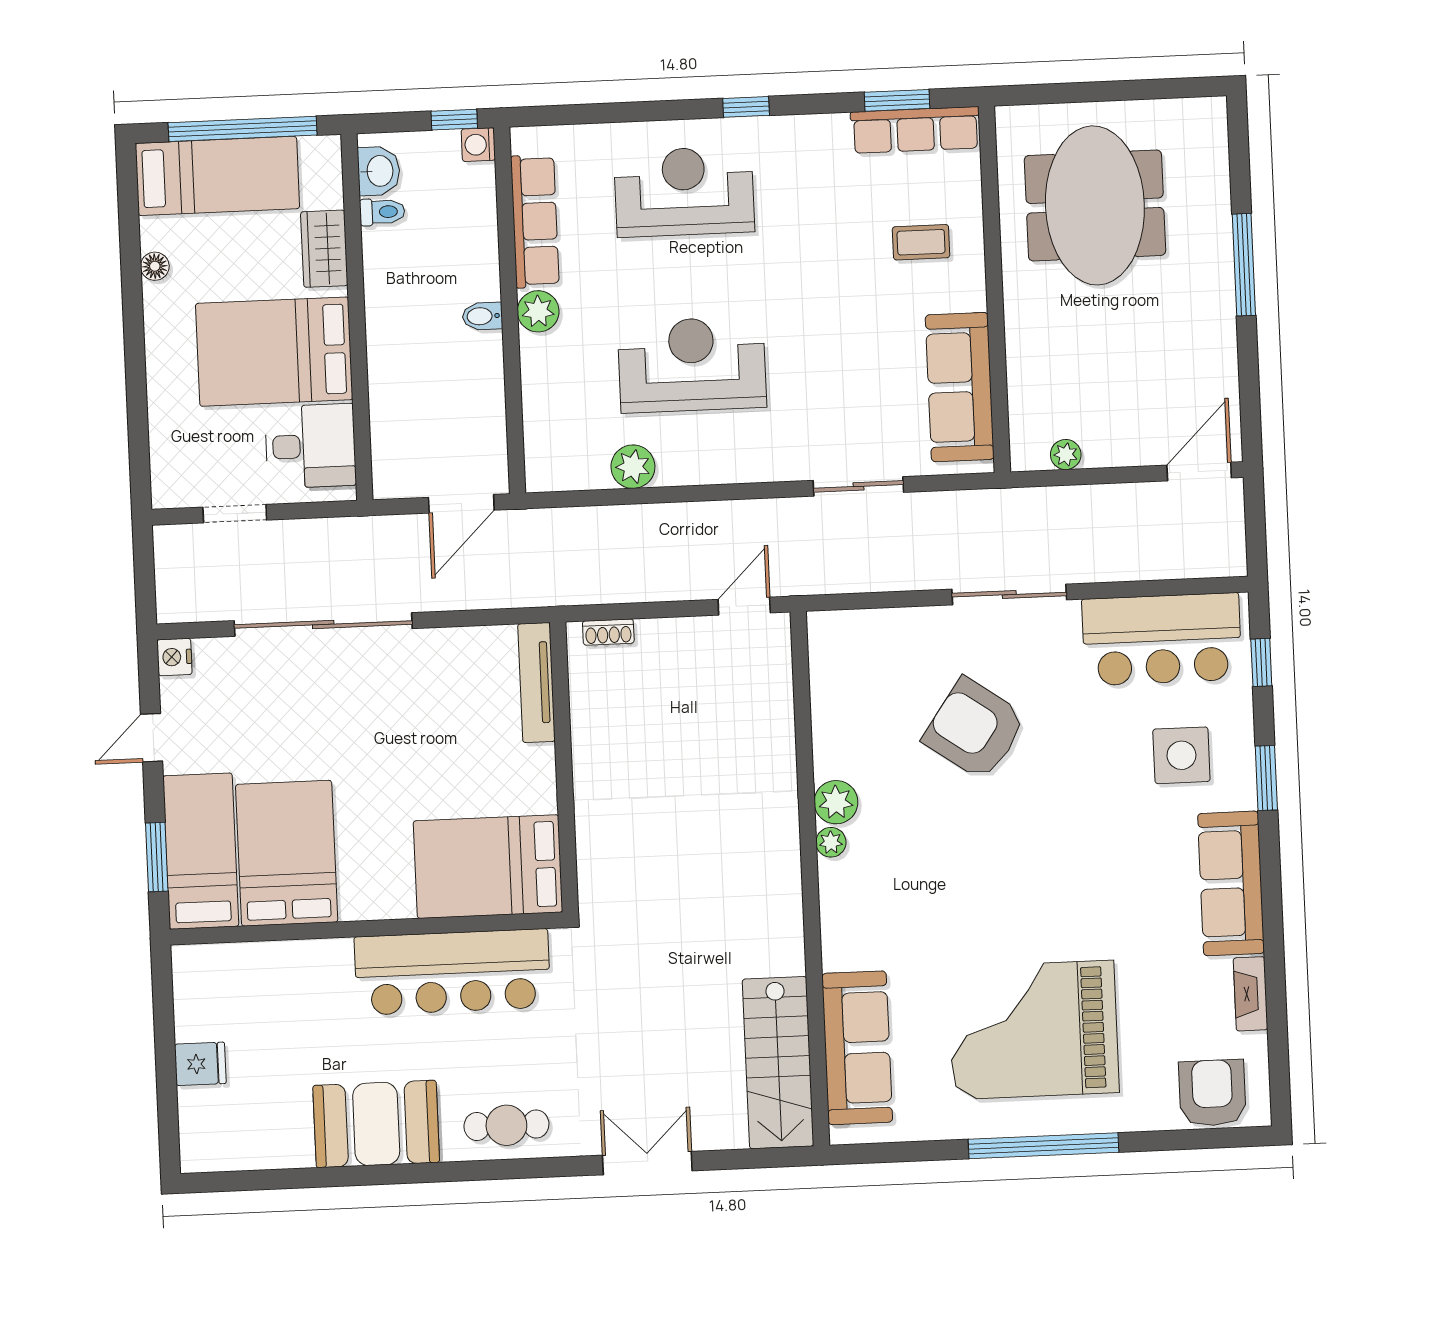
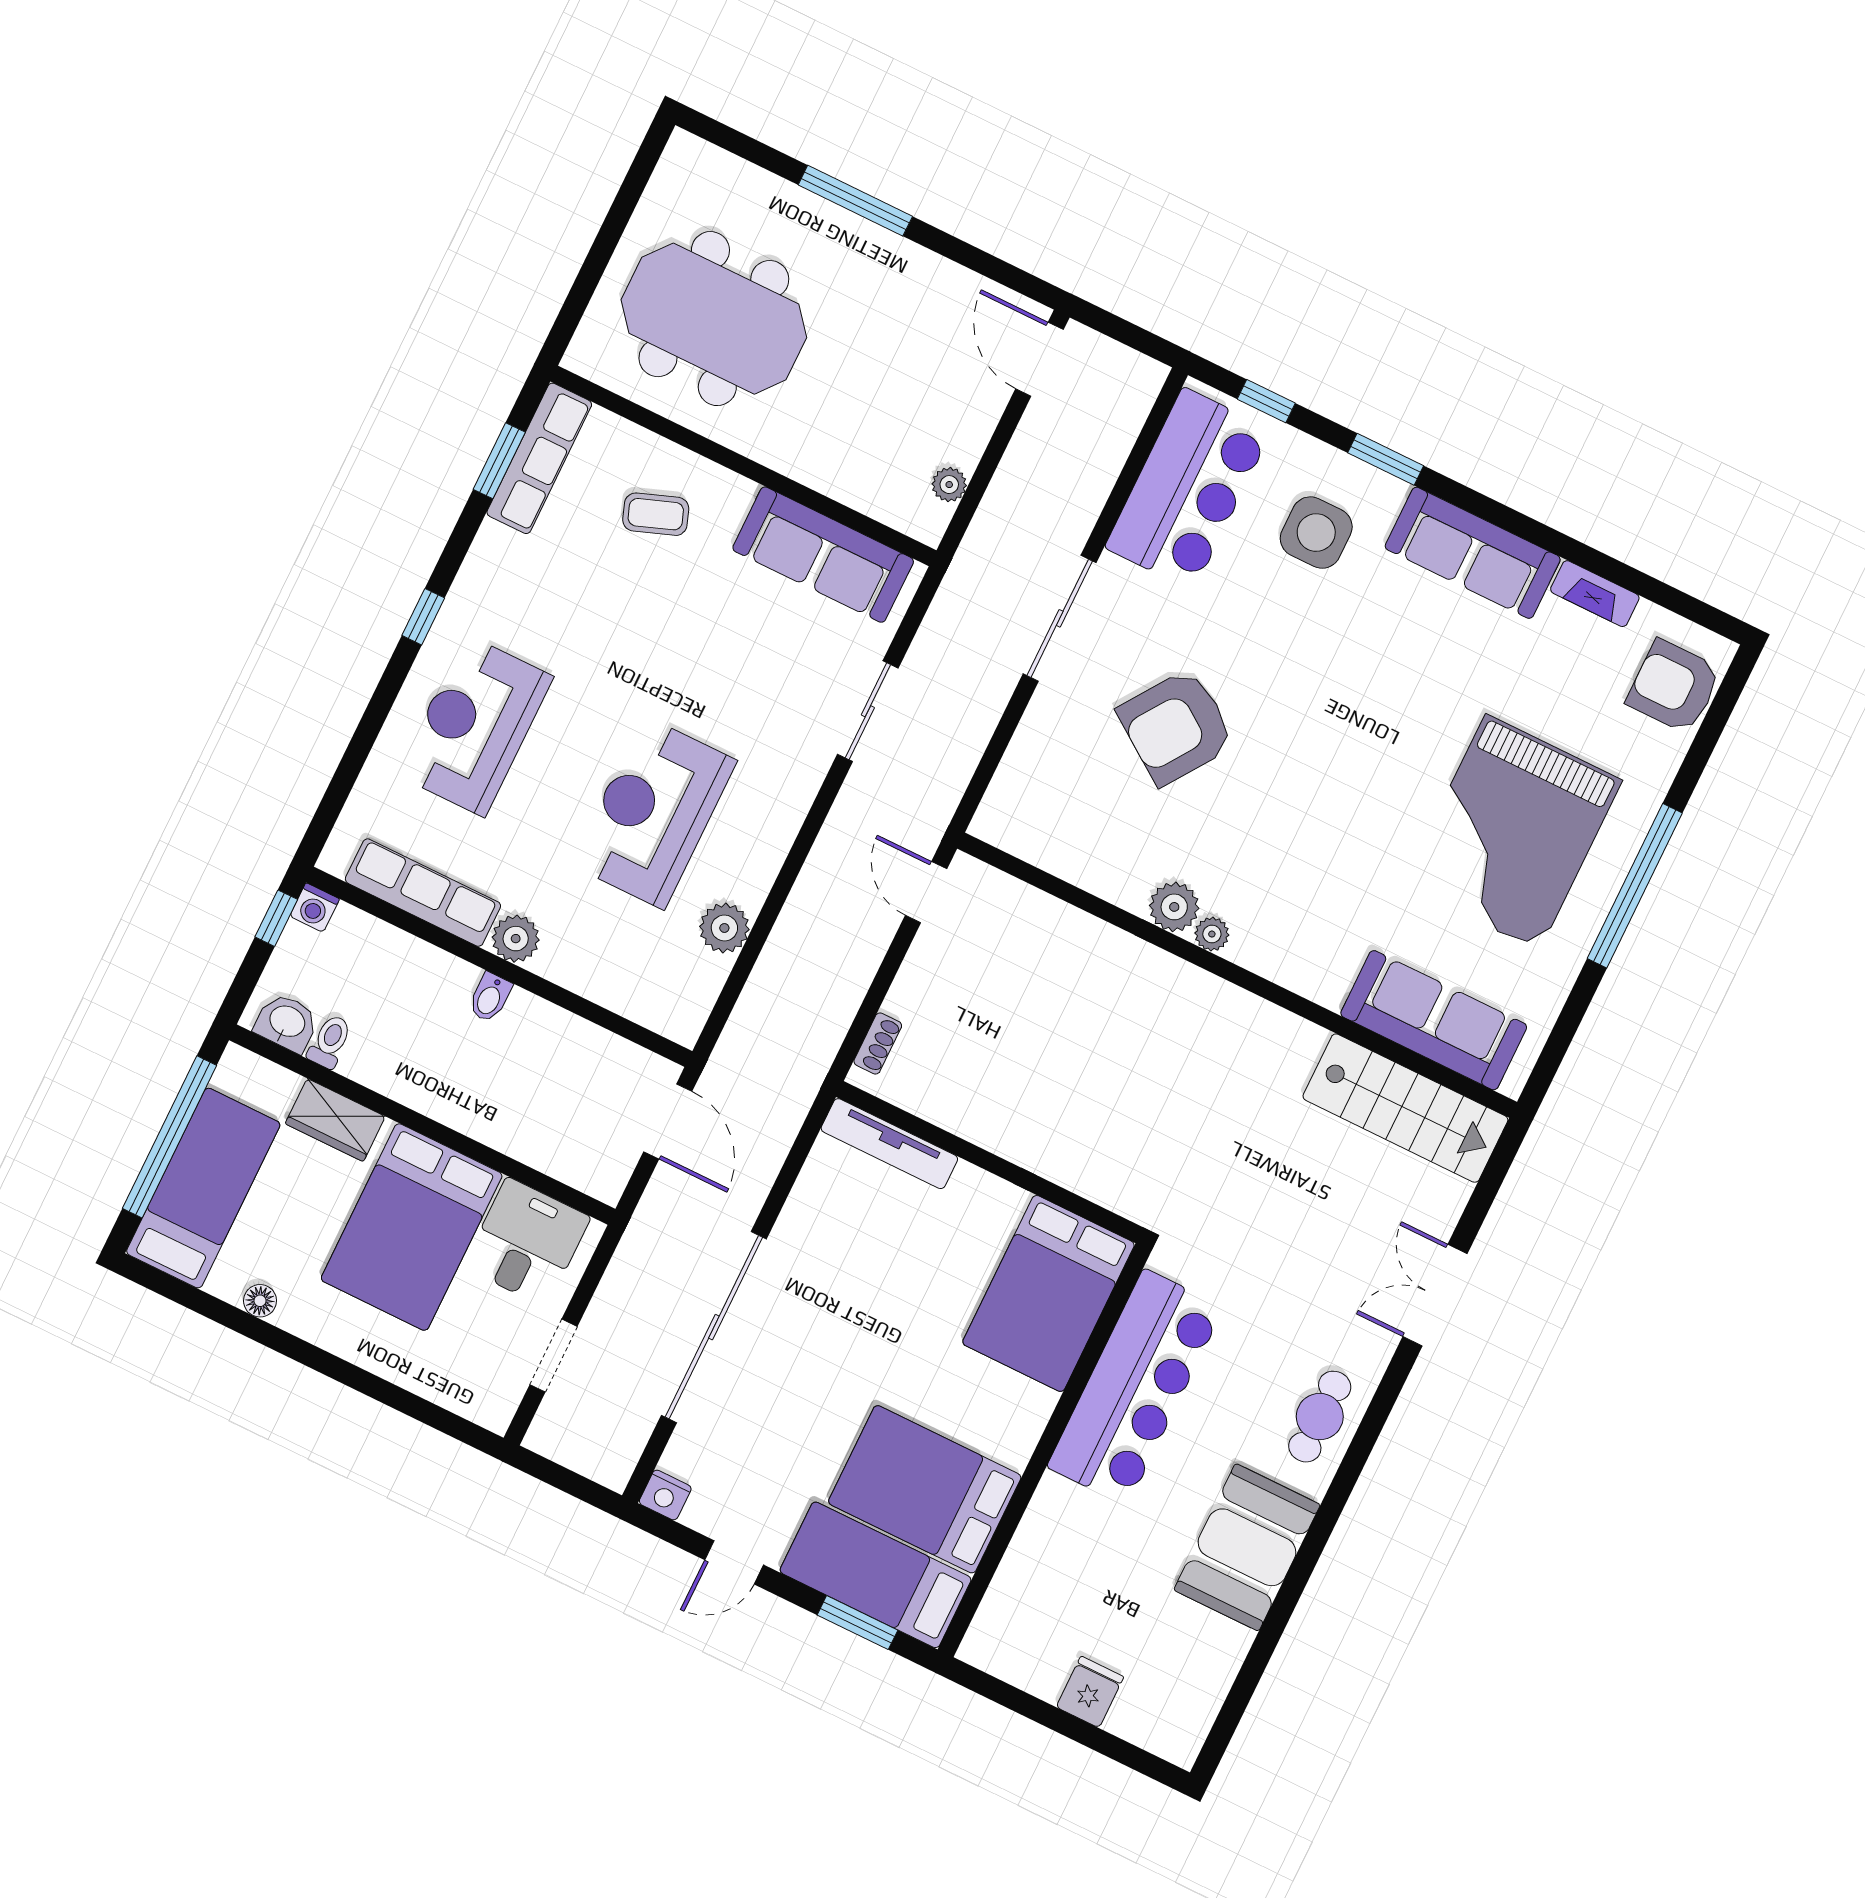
coffee table: (921, 242) -> (656, 514), turned 70
door: (152, 738) -> (734, 1562), hinge flipped

